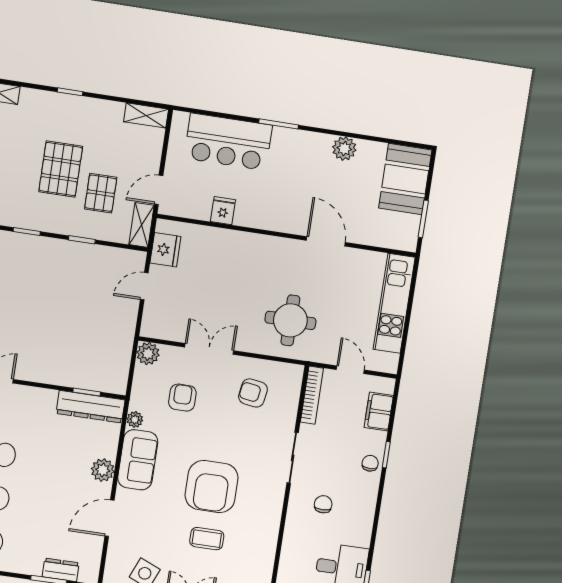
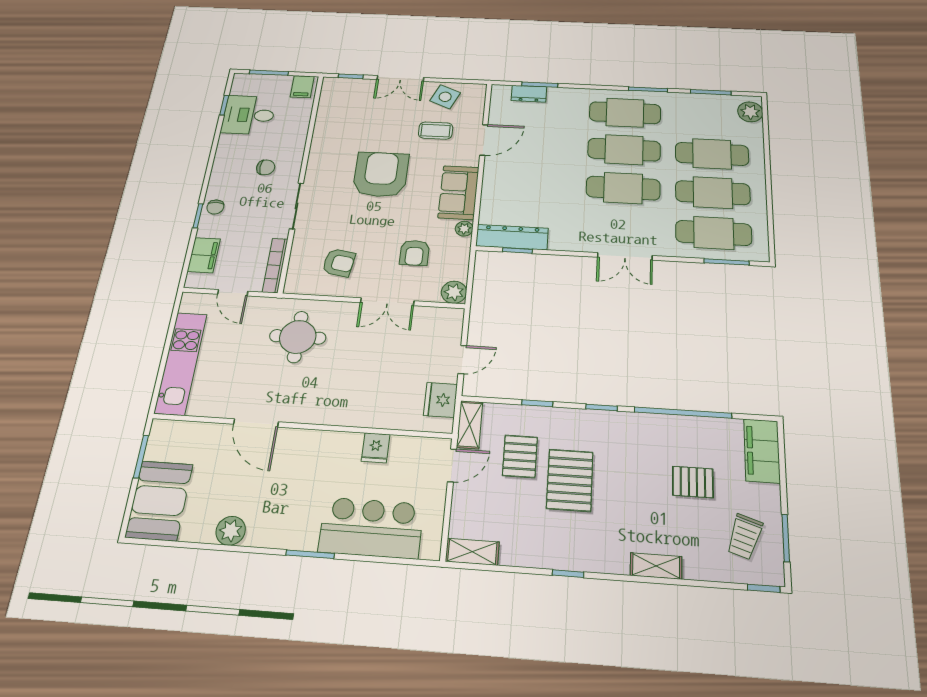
plant: (103, 470) -> (494, 181), removed
chair: (323, 504) -> (266, 167), turned -90
coffee table: (207, 539) -> (436, 131), moved

